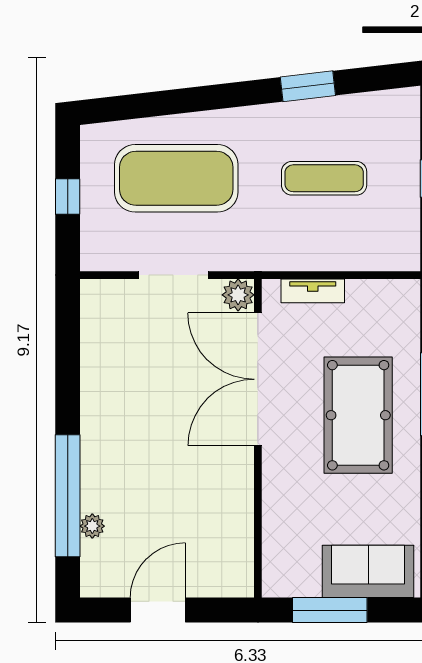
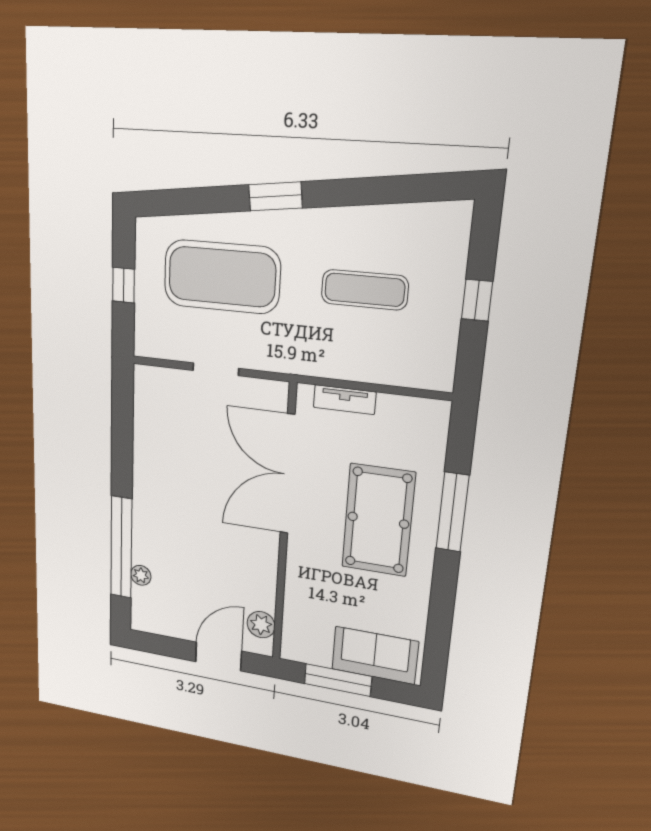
window: (308, 86) -> (275, 196), moved
doorway: (174, 275) -> (216, 369), width x0.73
plant: (238, 295) -> (261, 625), moved
door: (158, 610) -> (218, 656), moved

